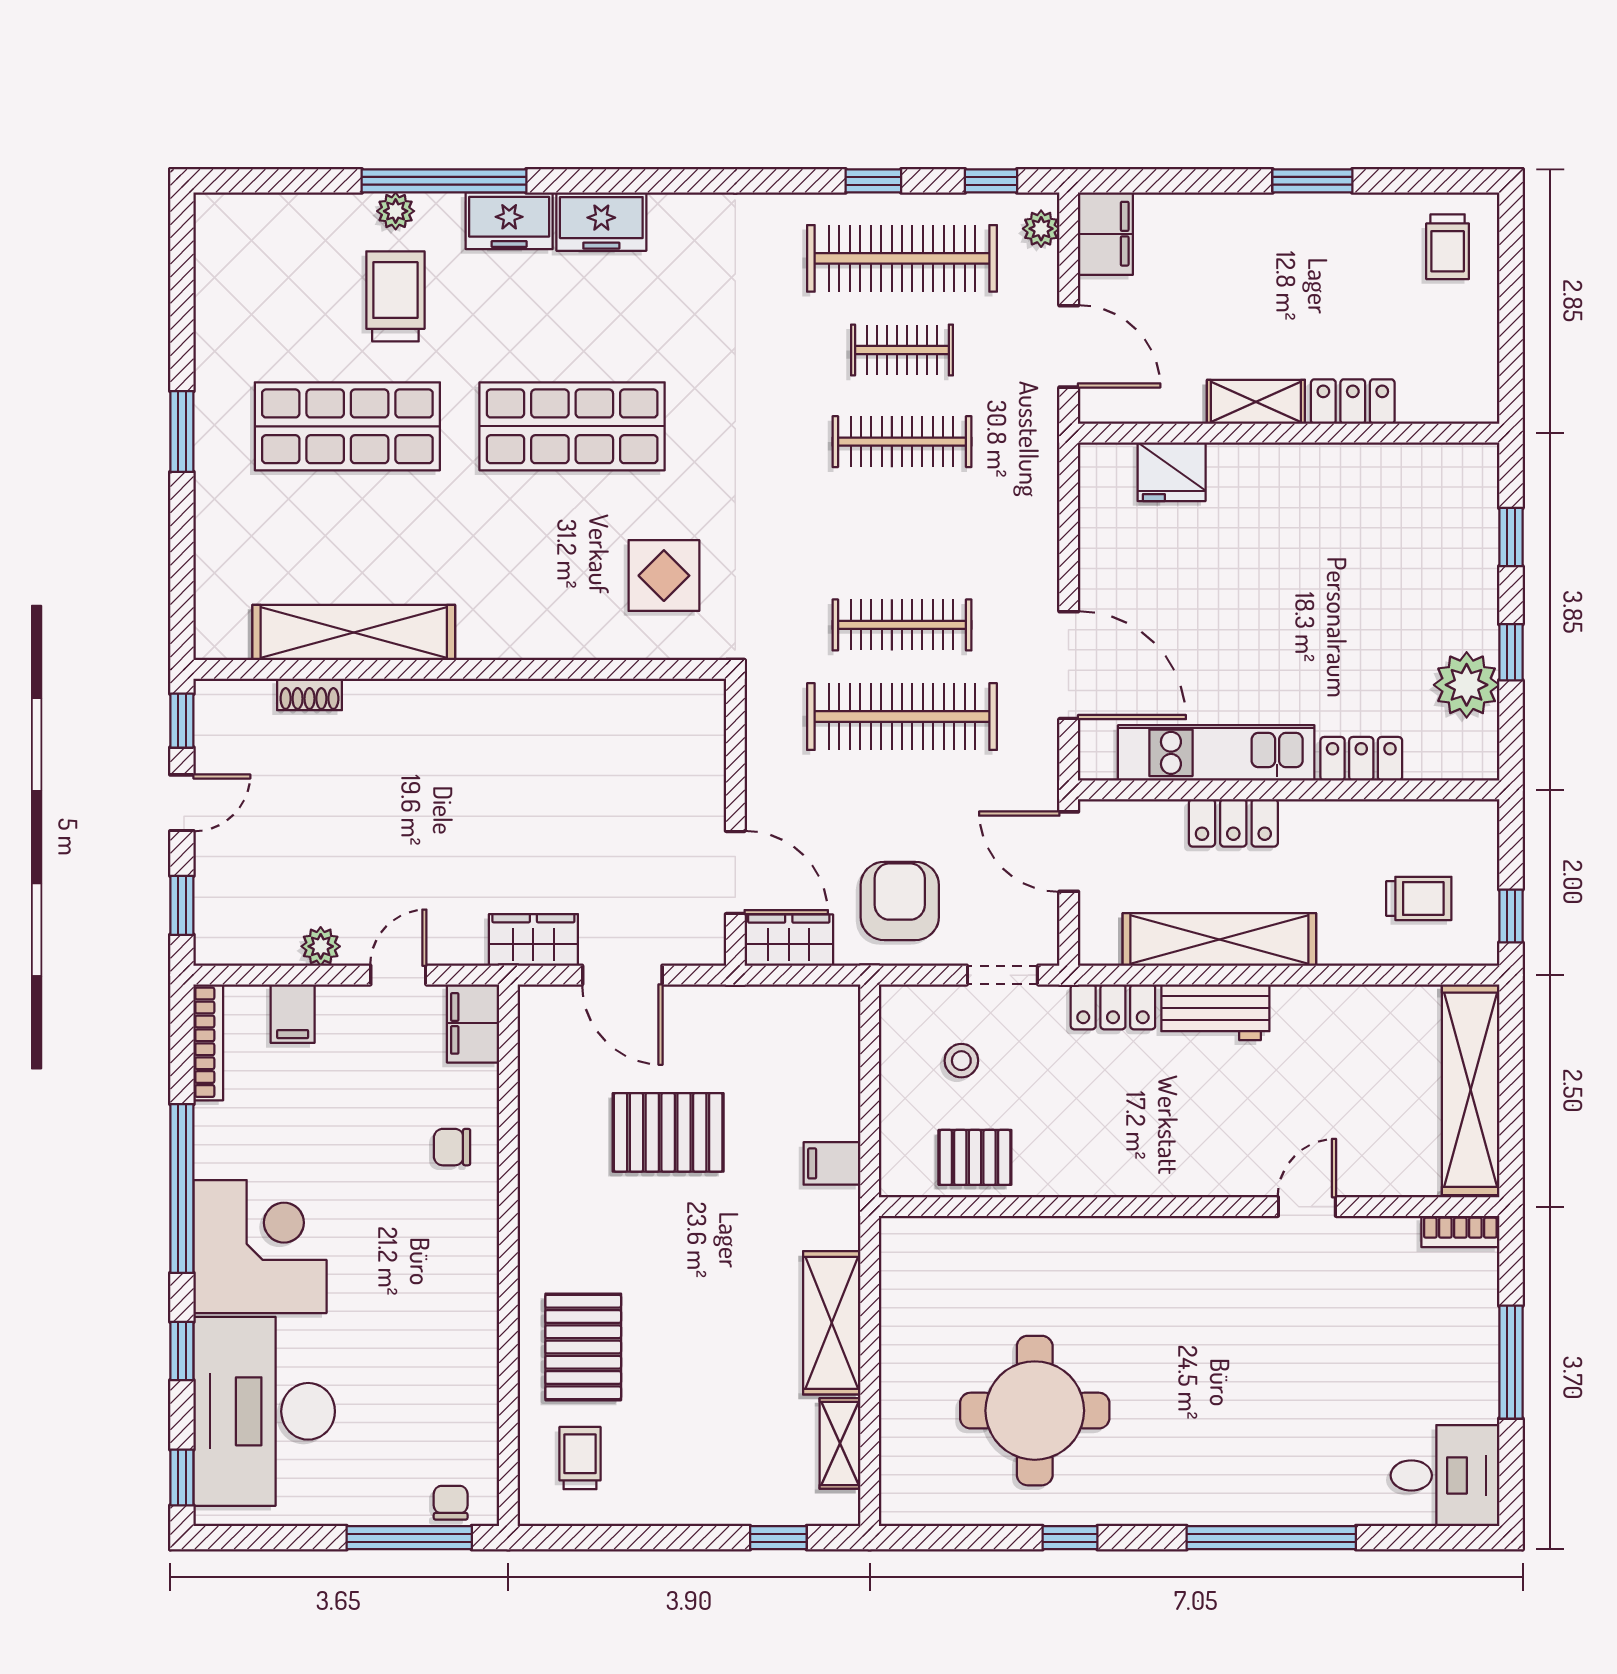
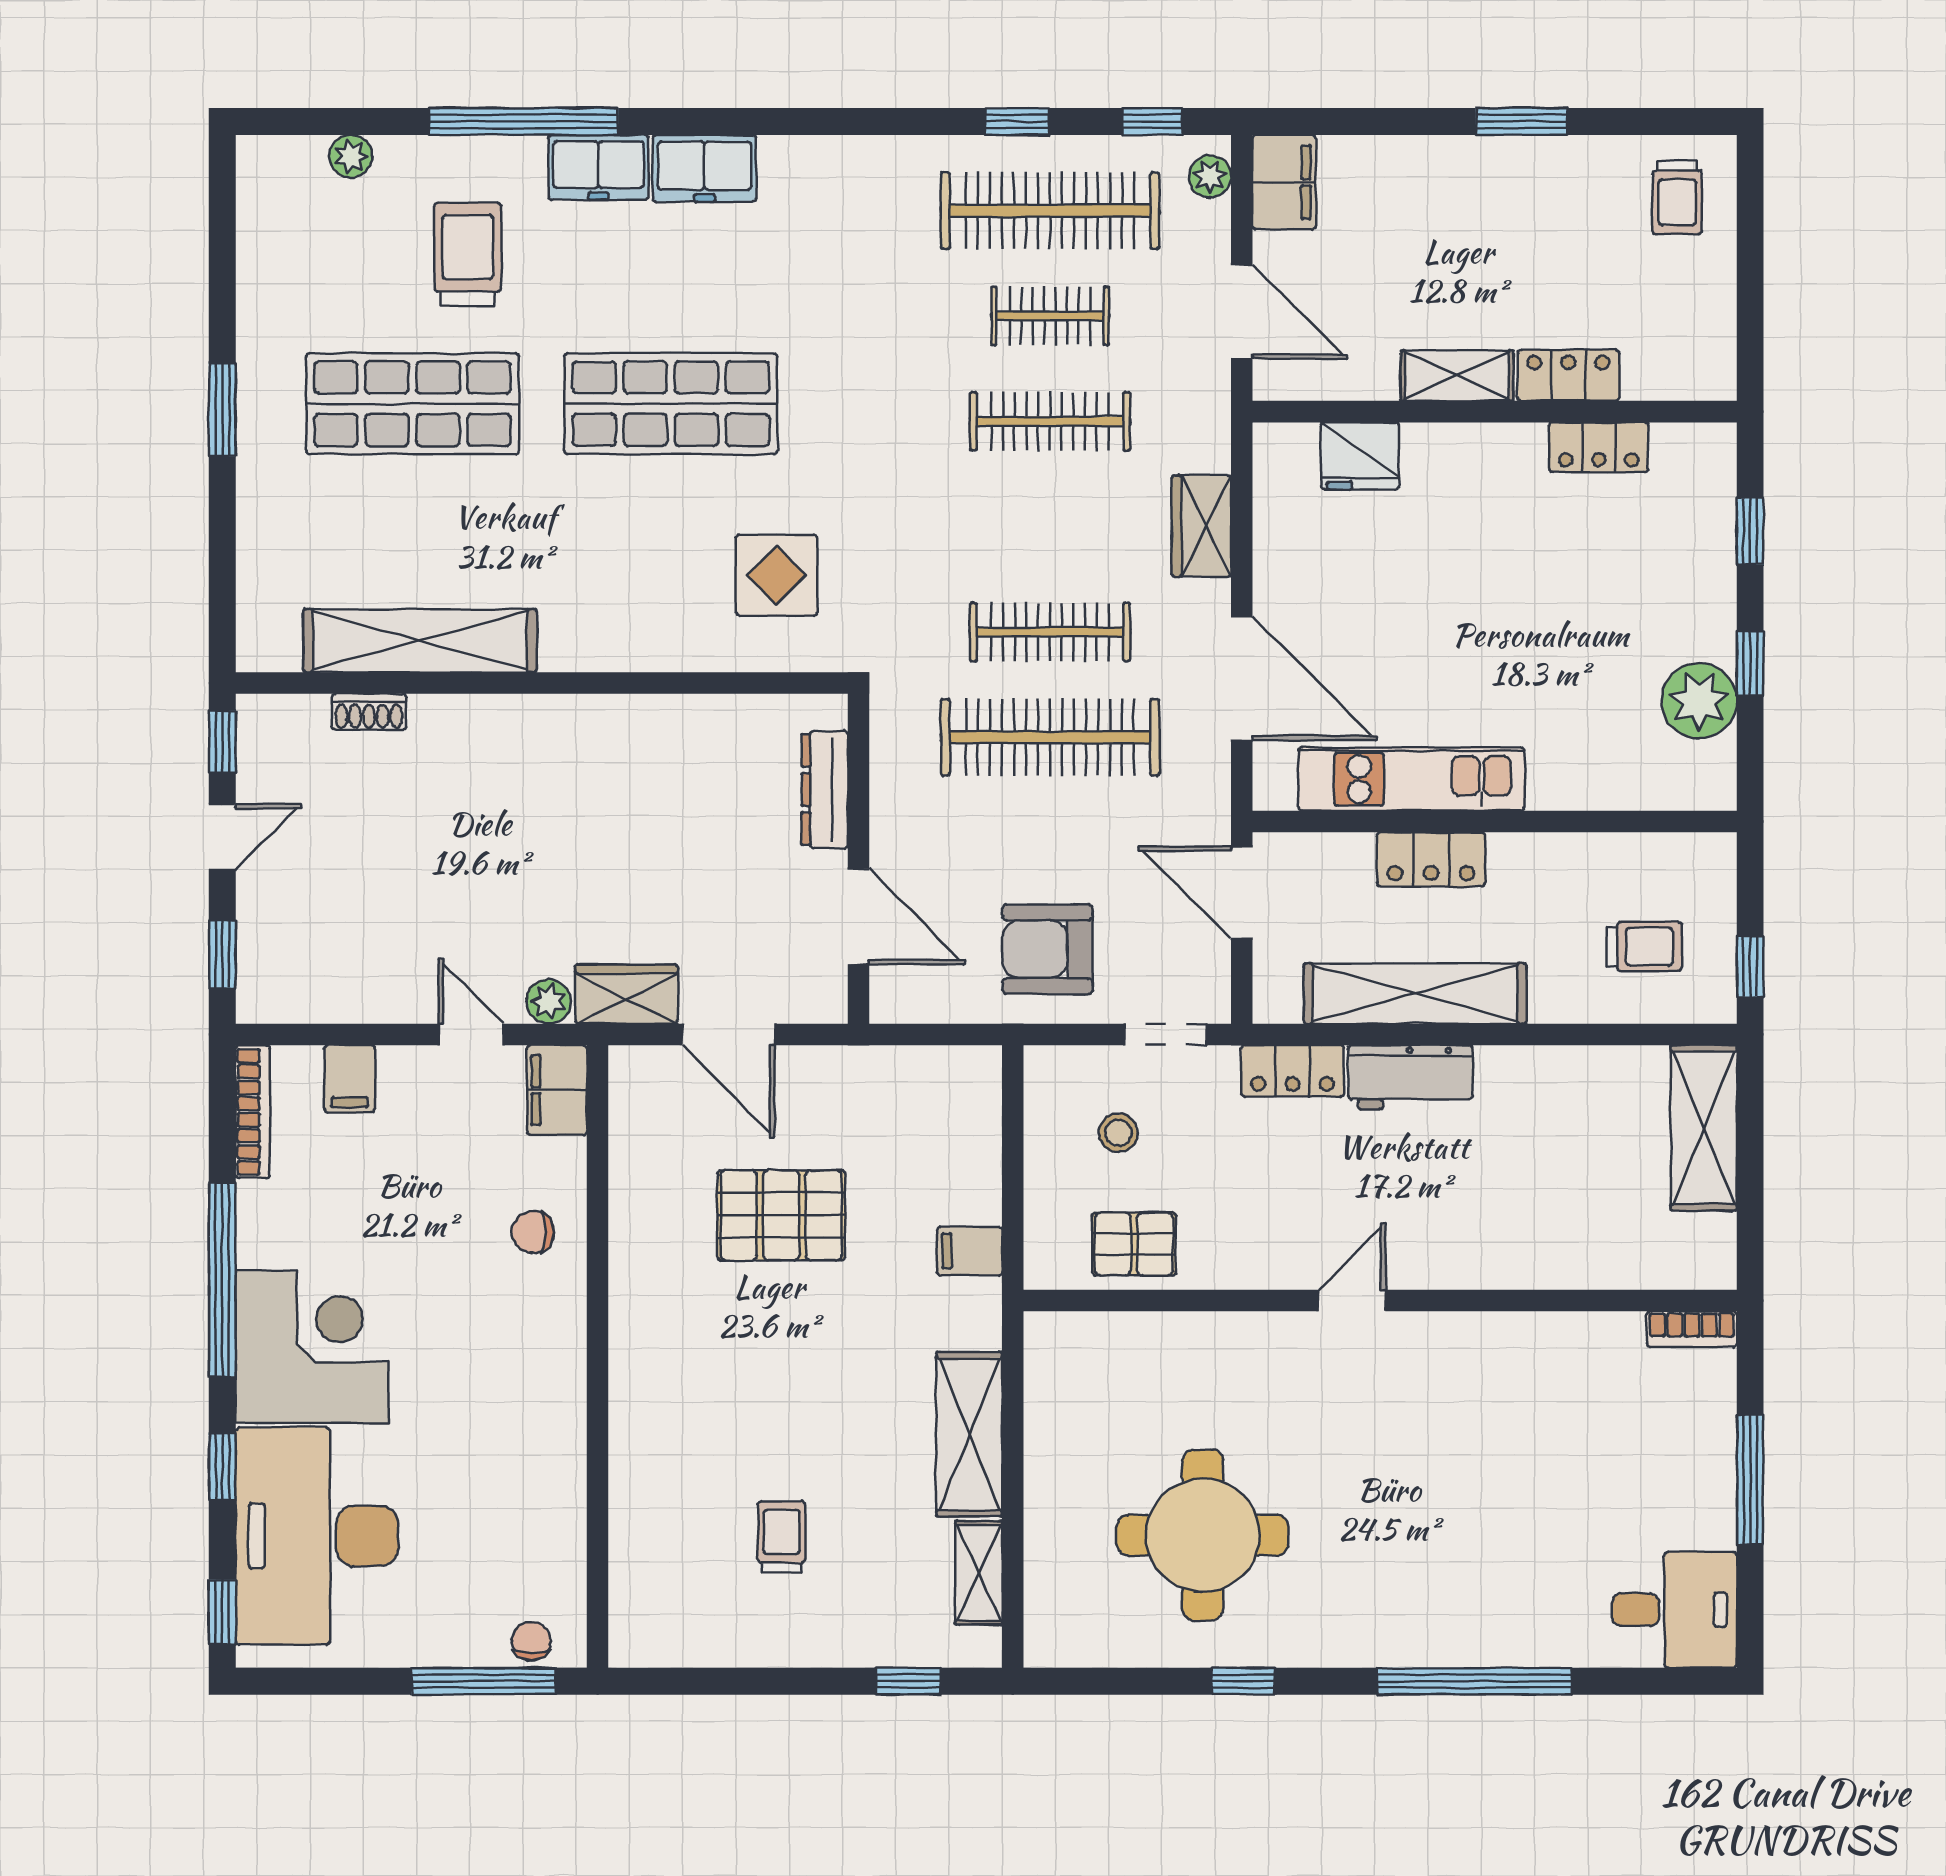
plant: (396, 211) -> (351, 156), moved
locker: (1361, 759) -> (1599, 447), moved, turned 180
dresser: (706, 762) -> (825, 790), added
armchair: (900, 901) -> (1048, 949), turned -90
wardrobe: (789, 940) -> (1202, 526), moved, turned -90
plant: (321, 946) -> (549, 1001), moved
door: (398, 975) -> (471, 1034), hinge flipped
shelving: (1471, 1090) -> (1704, 1128), width x0.68
door: (1307, 1207) -> (1352, 1301), moved
pallet: (583, 1347) -> (684, 1462), removed
trolley: (580, 1458) -> (782, 1537), moved

